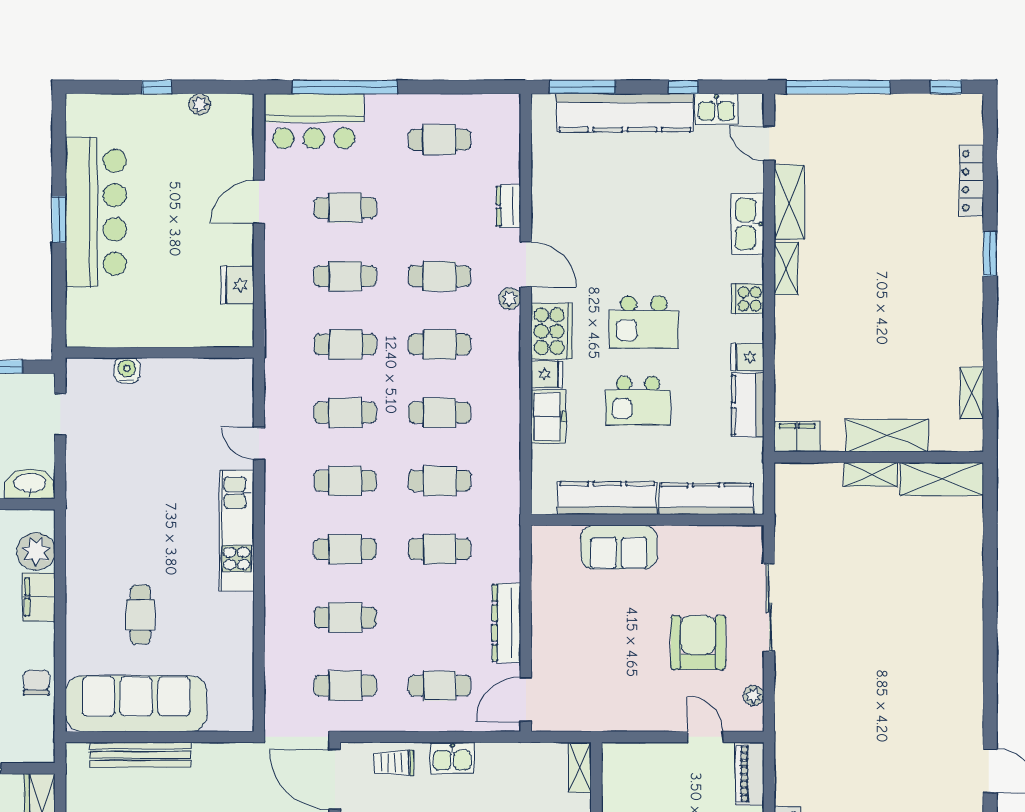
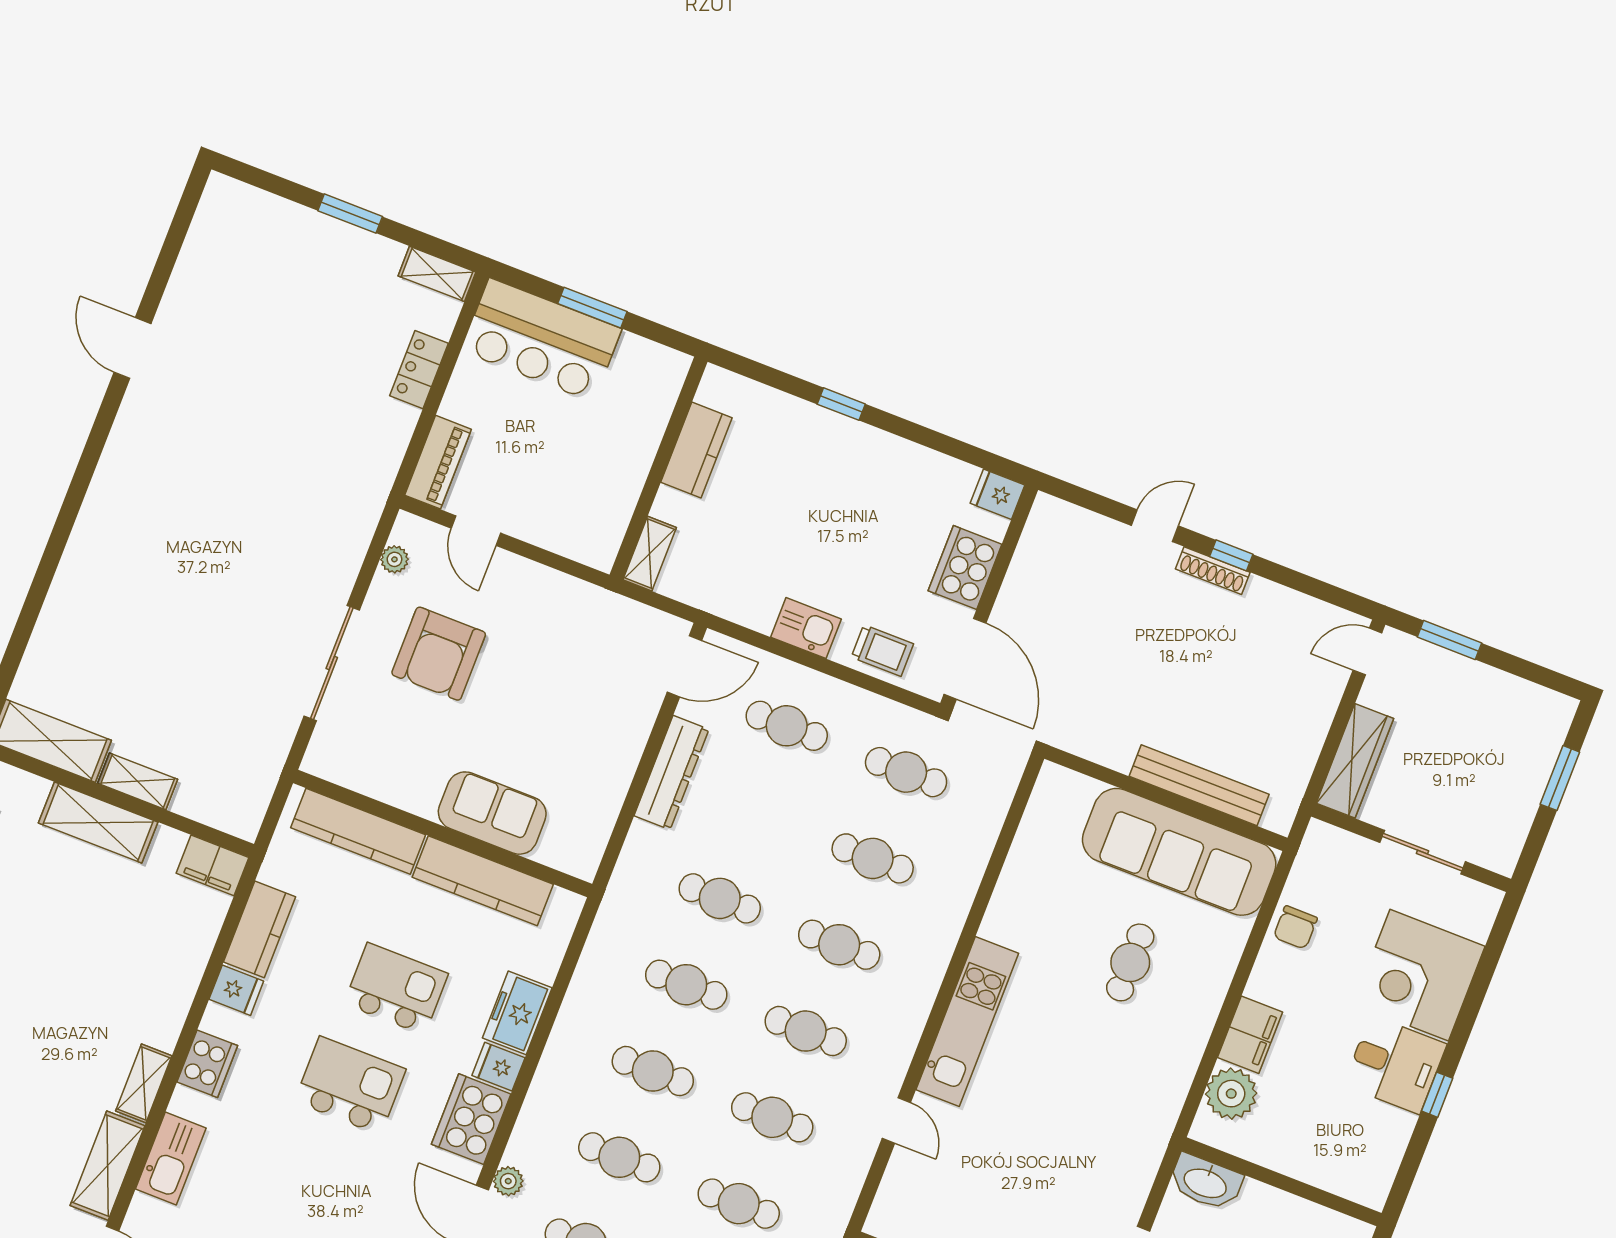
cooker: (748, 299) -> (207, 1064), width x1.36

